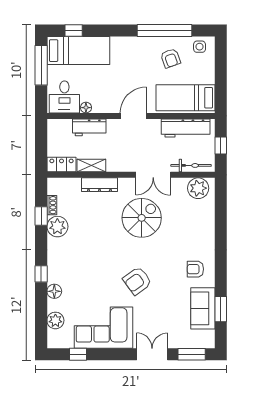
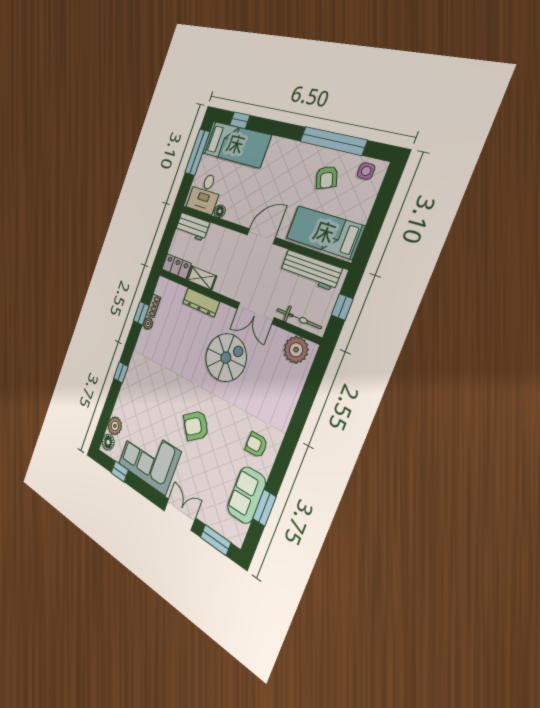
workbench: (89, 127) -> (192, 227), moved
plant: (57, 227) -> (148, 324), width x0.53, depth x0.53
floor lamp: (54, 291) -> (108, 442), moved

